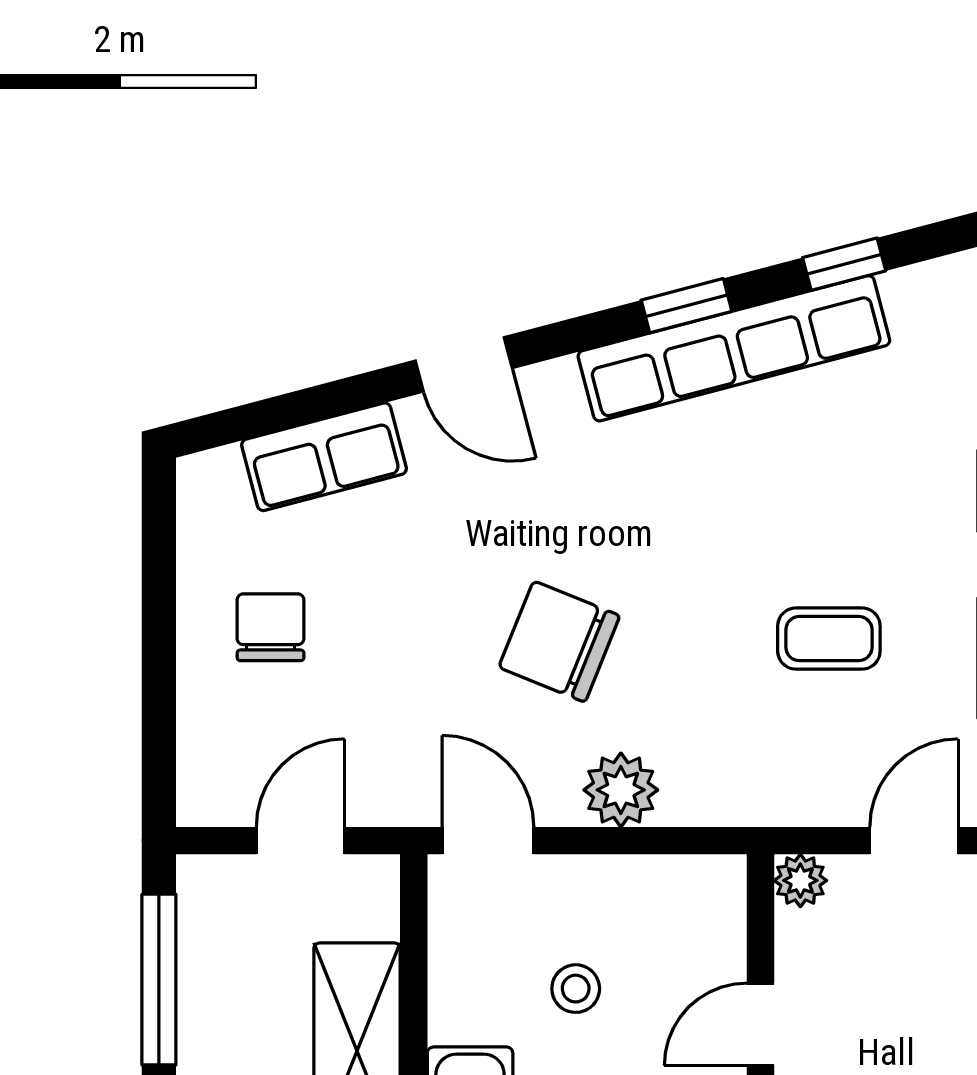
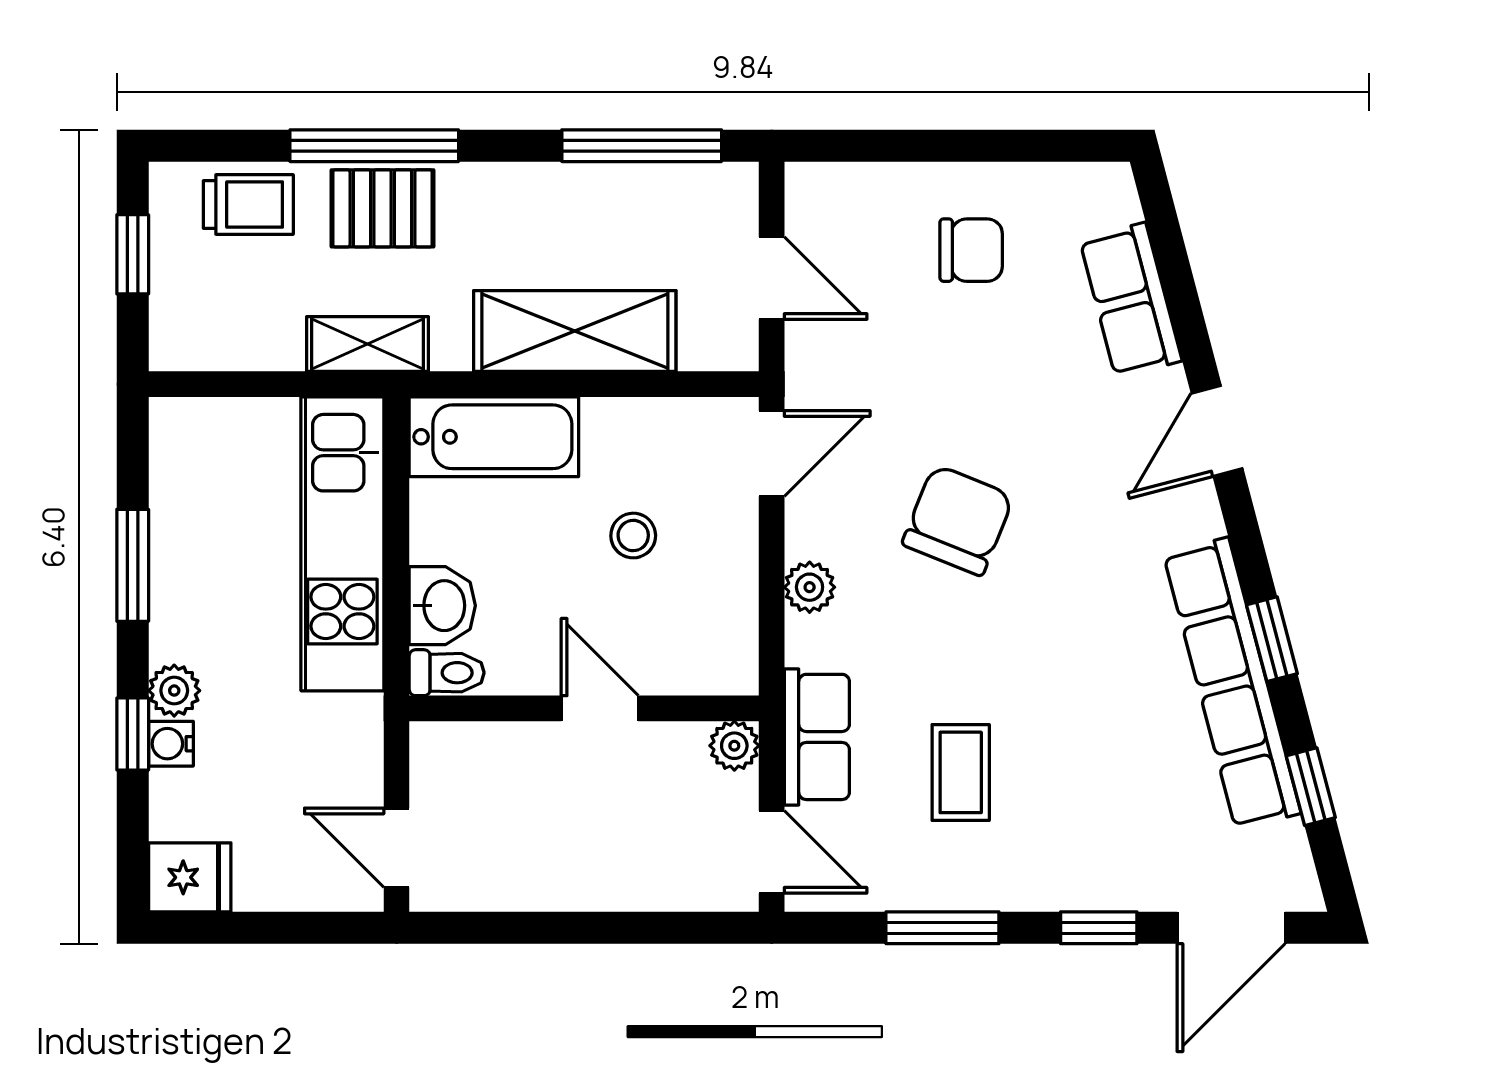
plant: (621, 790) -> (810, 587), width x0.73, depth x0.73
row of seats: (791, 792) -> (817, 737), added

